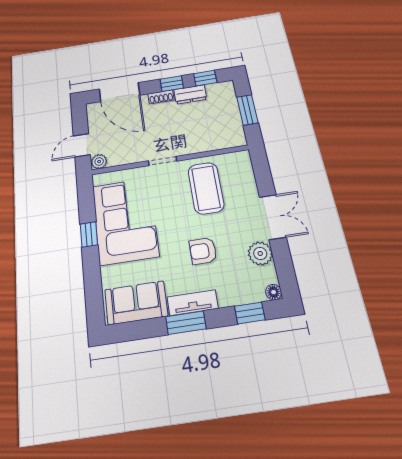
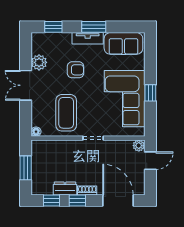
floor lamp: (274, 292) -> (36, 132), moved

